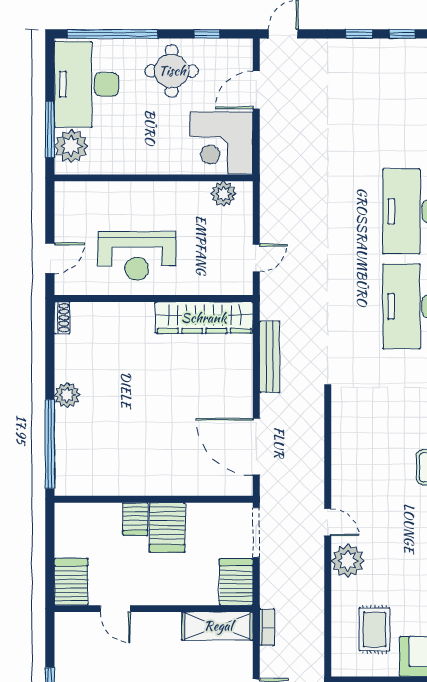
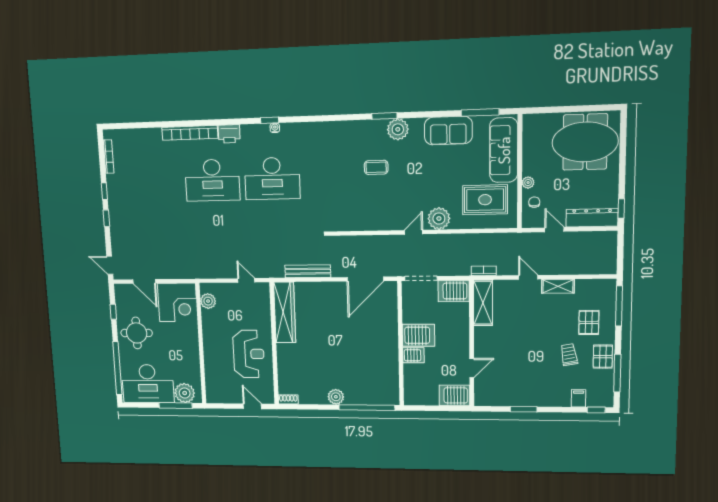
rug: (375, 629) -> (485, 200), width x1.36, depth x1.43

